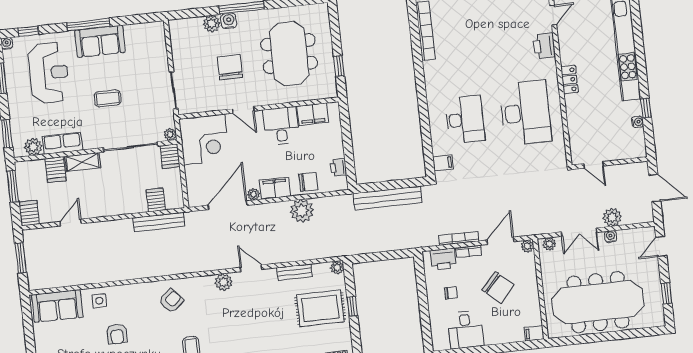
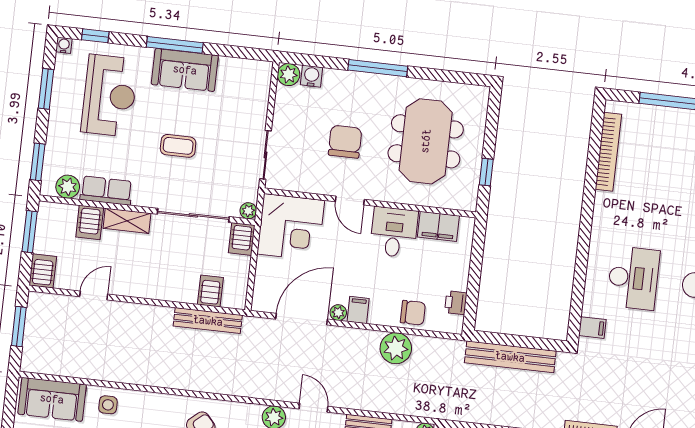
water cooler: (229, 21) -> (312, 76), moved
plant: (212, 24) -> (289, 75), moved
filing cabinet: (275, 188) -> (358, 310), width x0.50

